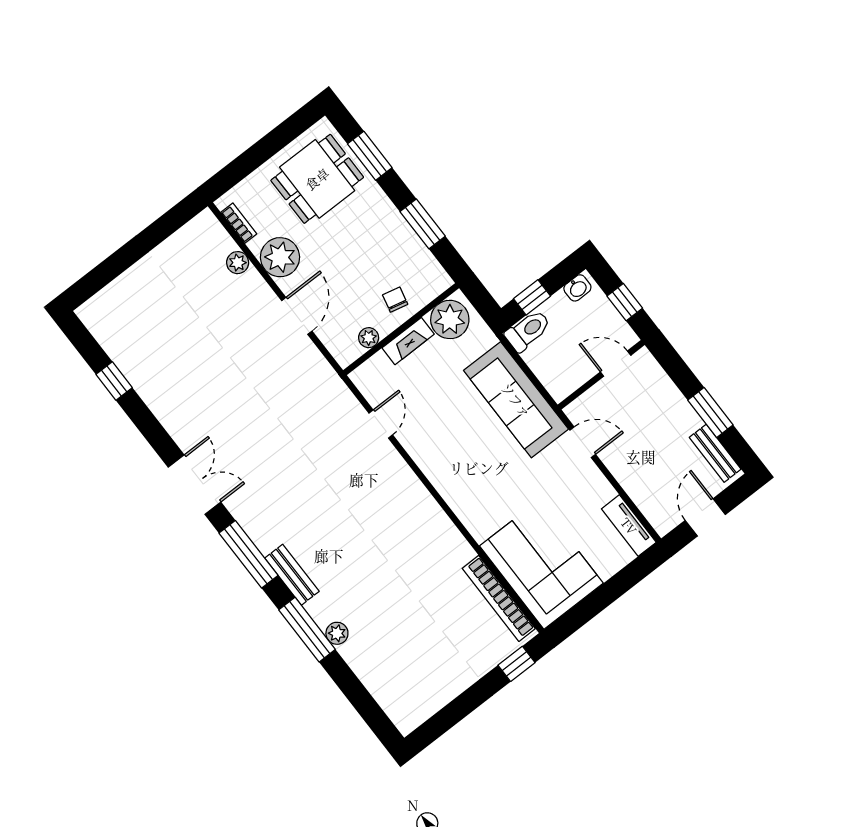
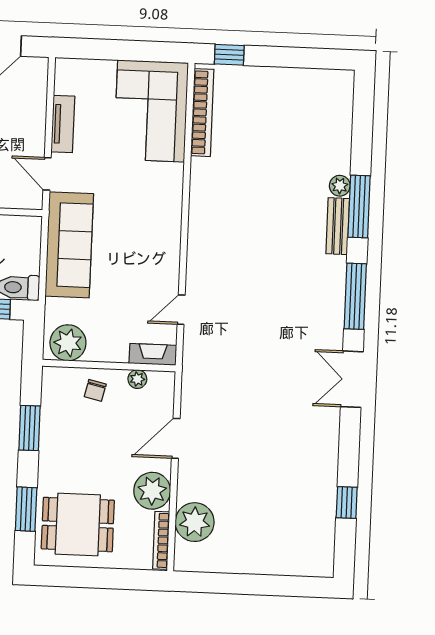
bookcase: (239, 223) -> (161, 540), width x1.56
plant: (238, 263) -> (195, 522), width x1.87, depth x1.87
fireplace: (408, 341) -> (153, 354), moved
tv unit: (629, 526) -> (63, 124), moved
bench: (292, 575) -> (338, 226), moved

